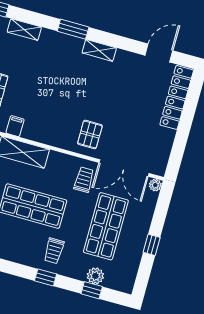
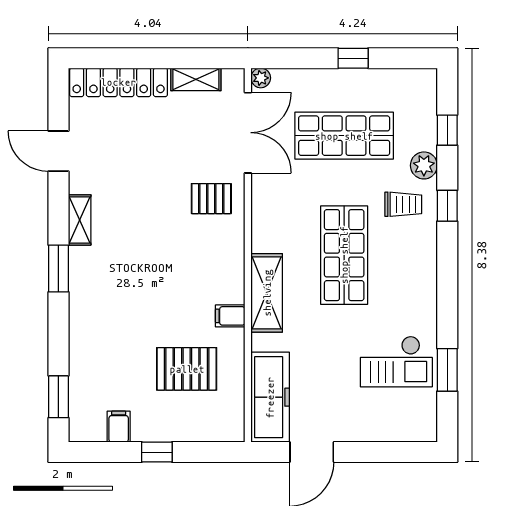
shelving: (24, 30) -> (196, 79), moved, turned 90
door: (159, 53) -> (58, 151), moved
trolley: (84, 180) -> (283, 189), removed
plant: (95, 276) -> (424, 165), moved

